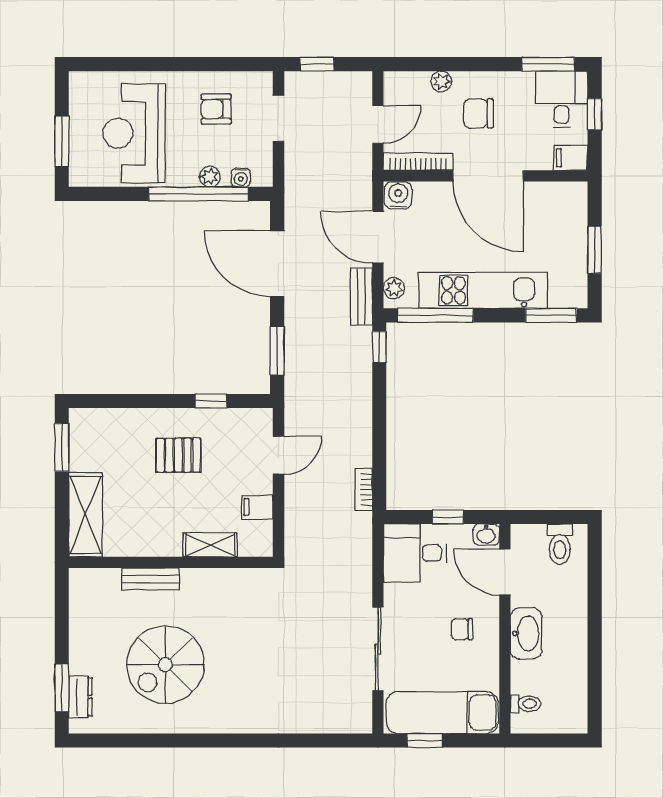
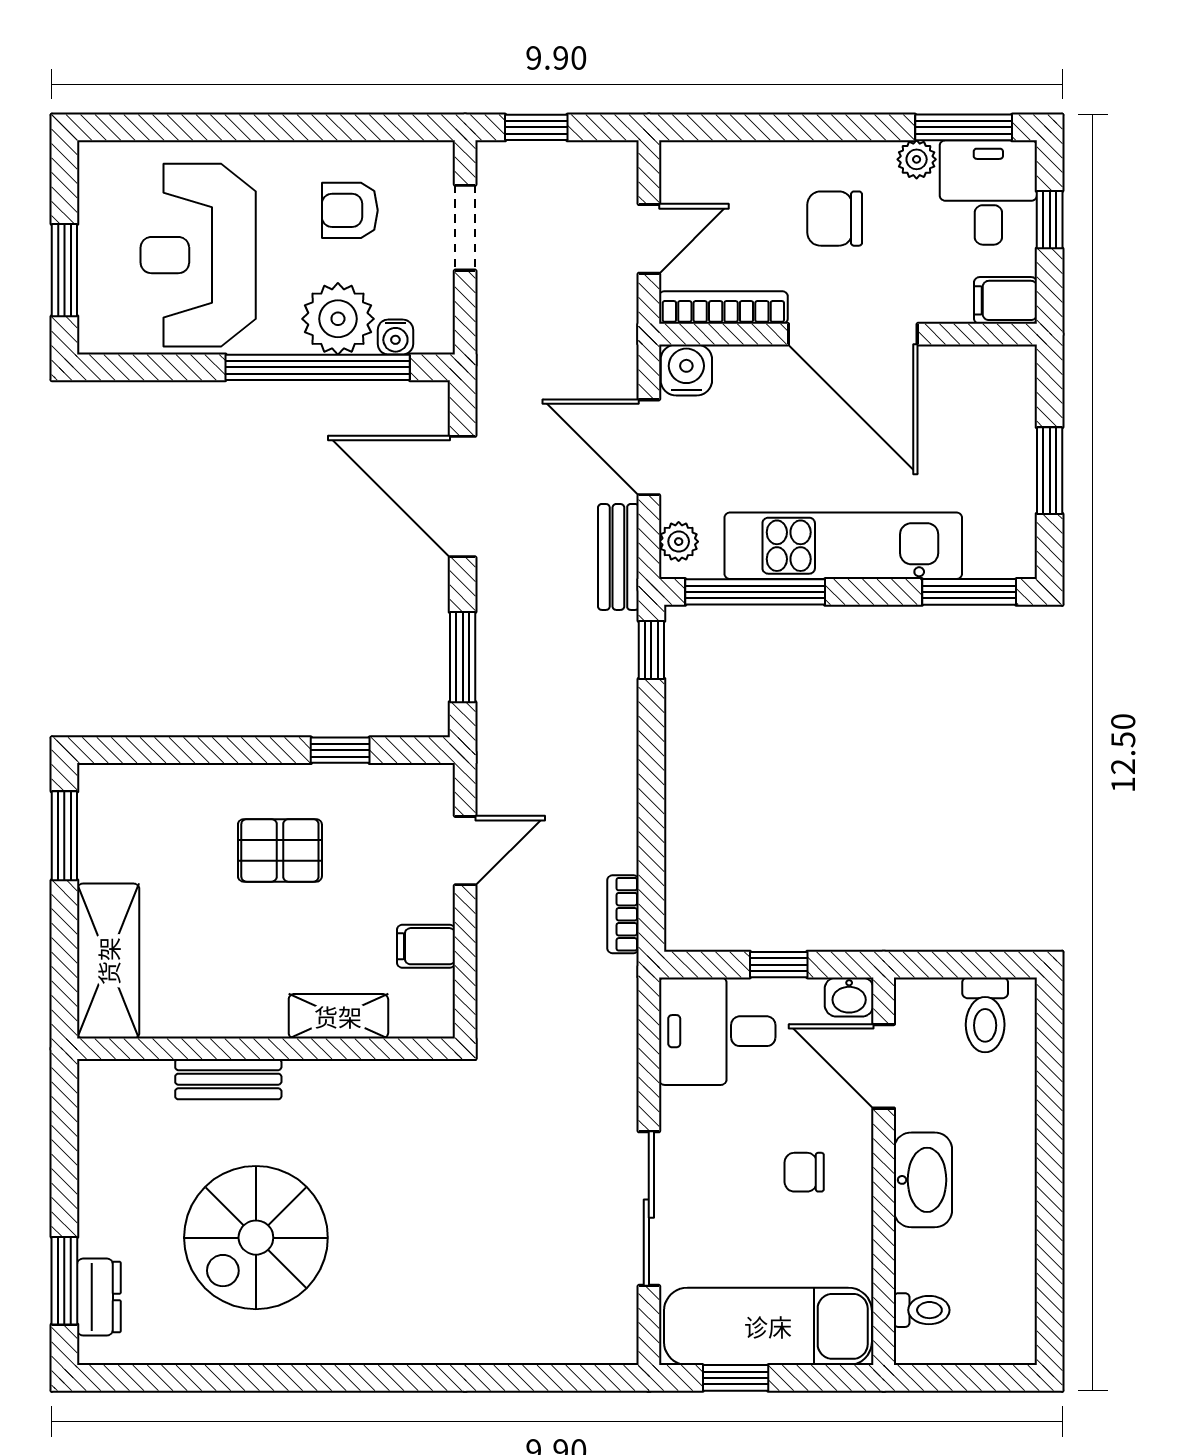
plant: (441, 81) -> (917, 159), moved
plant: (210, 177) -> (338, 319), width x1.88, depth x1.88

